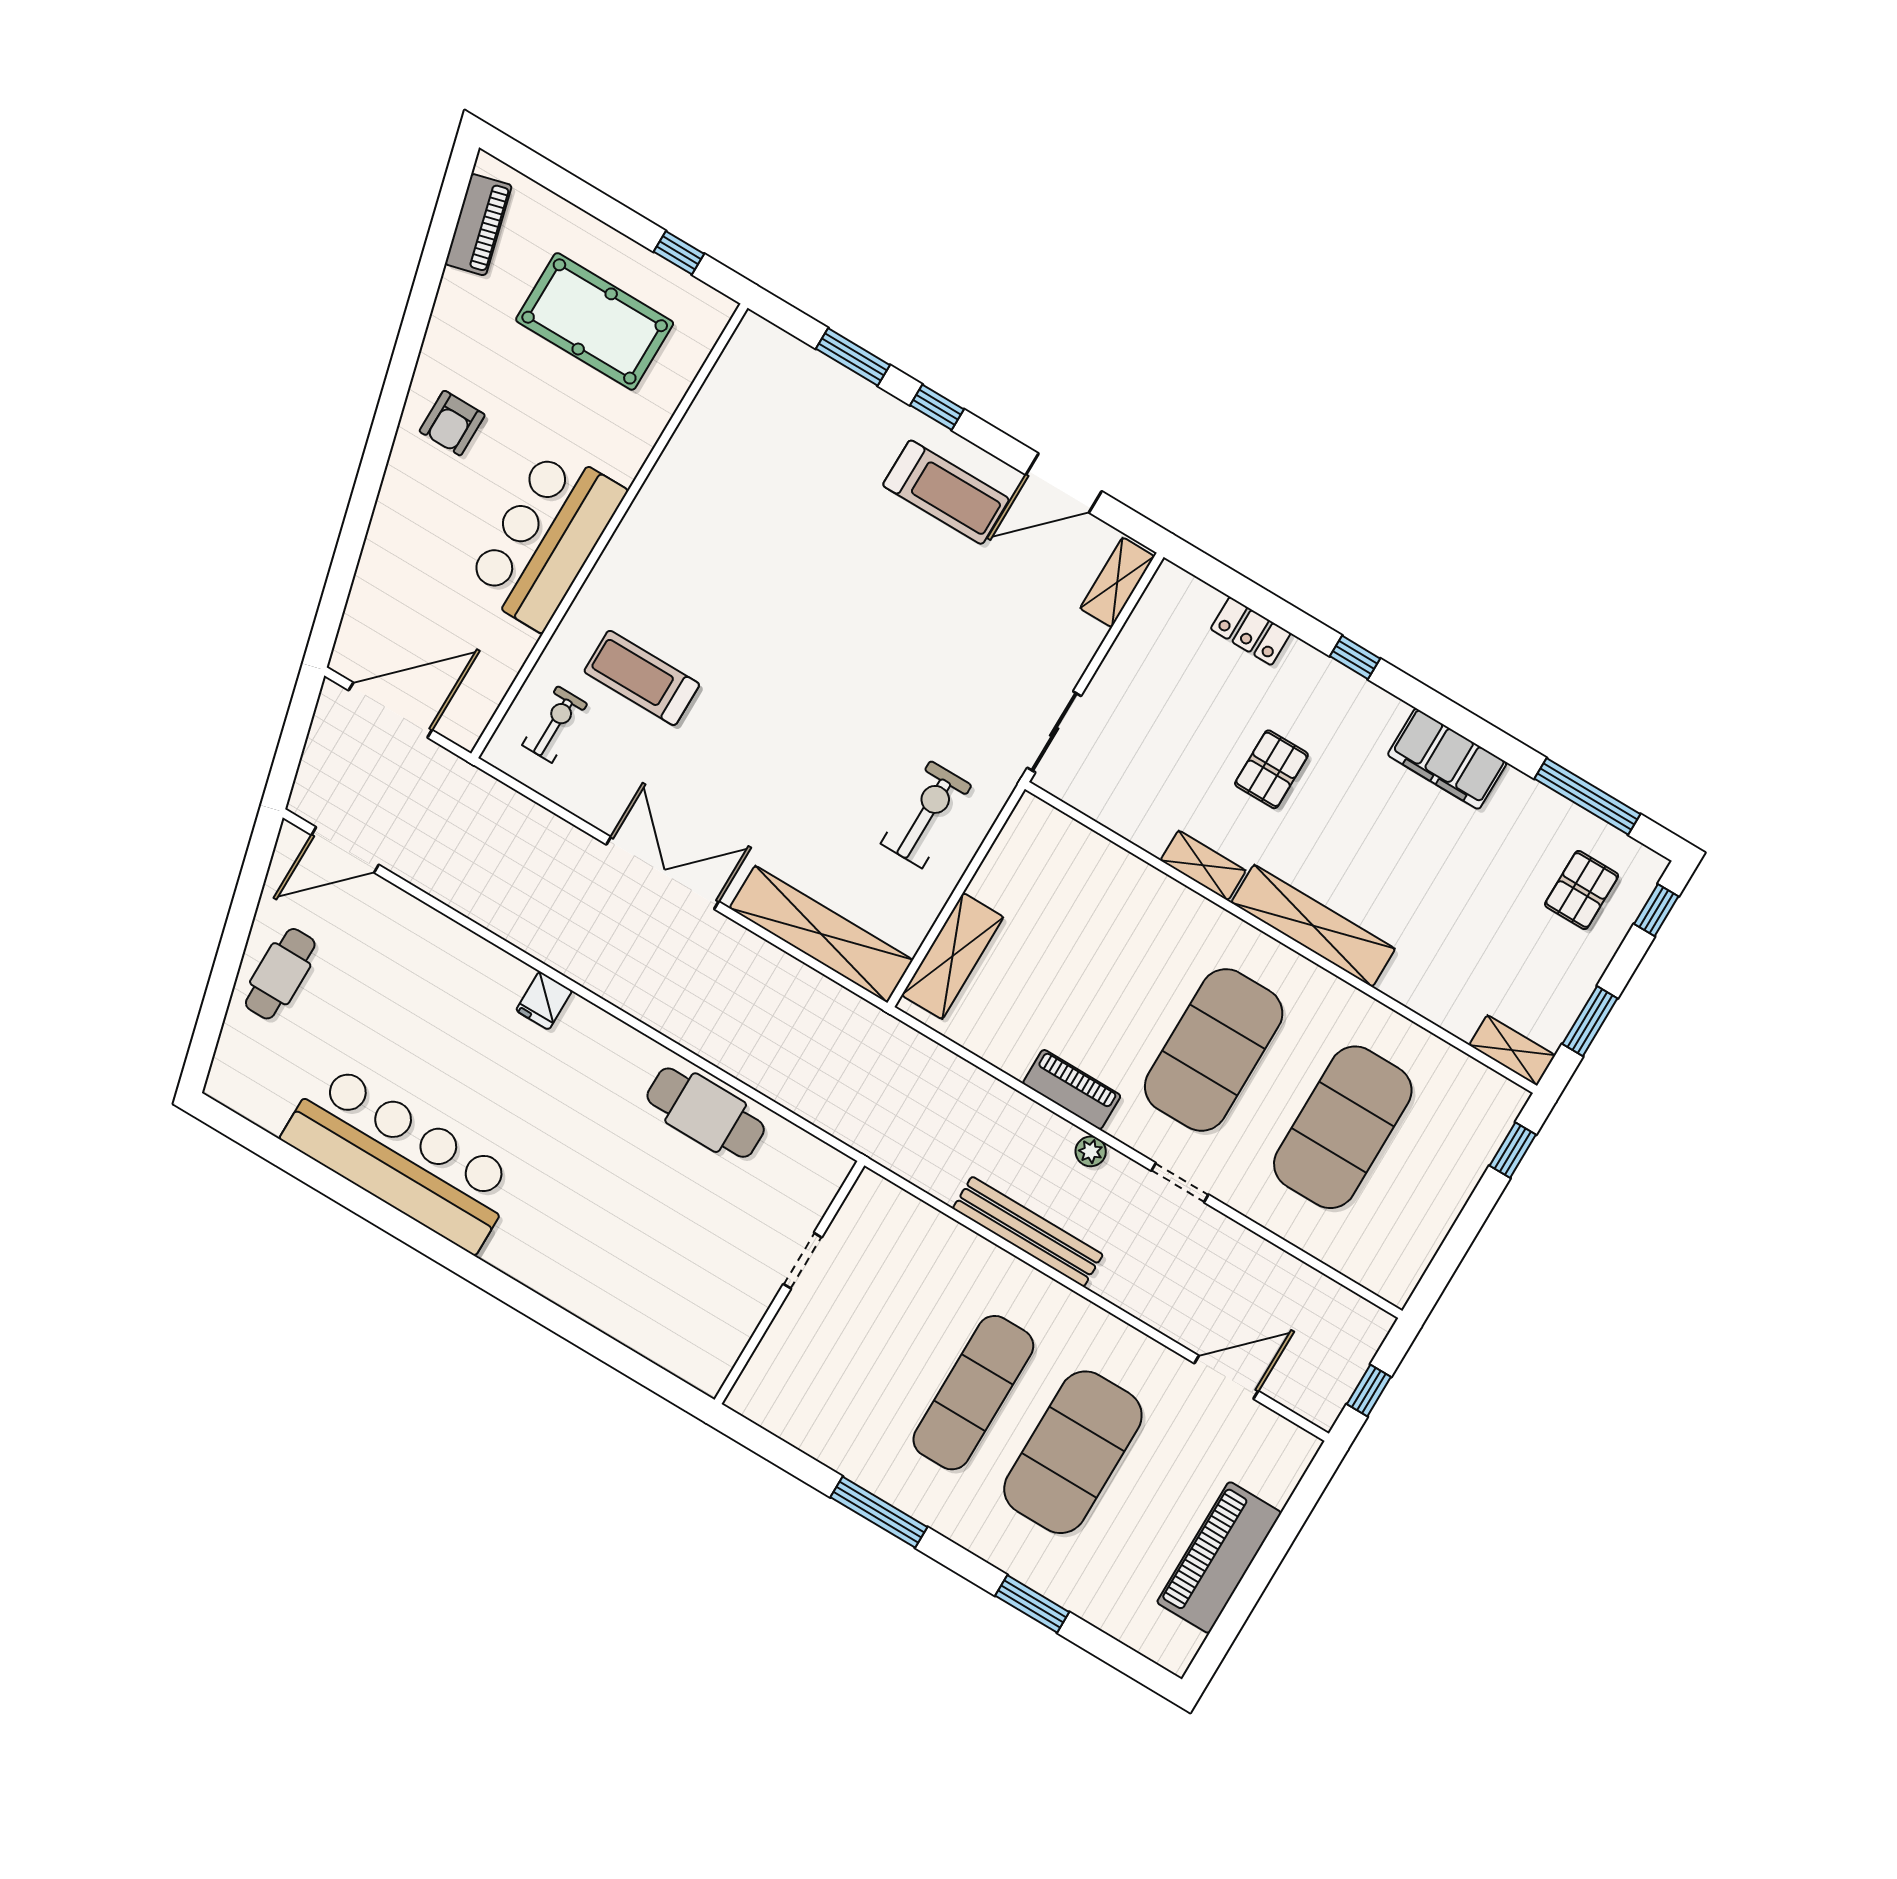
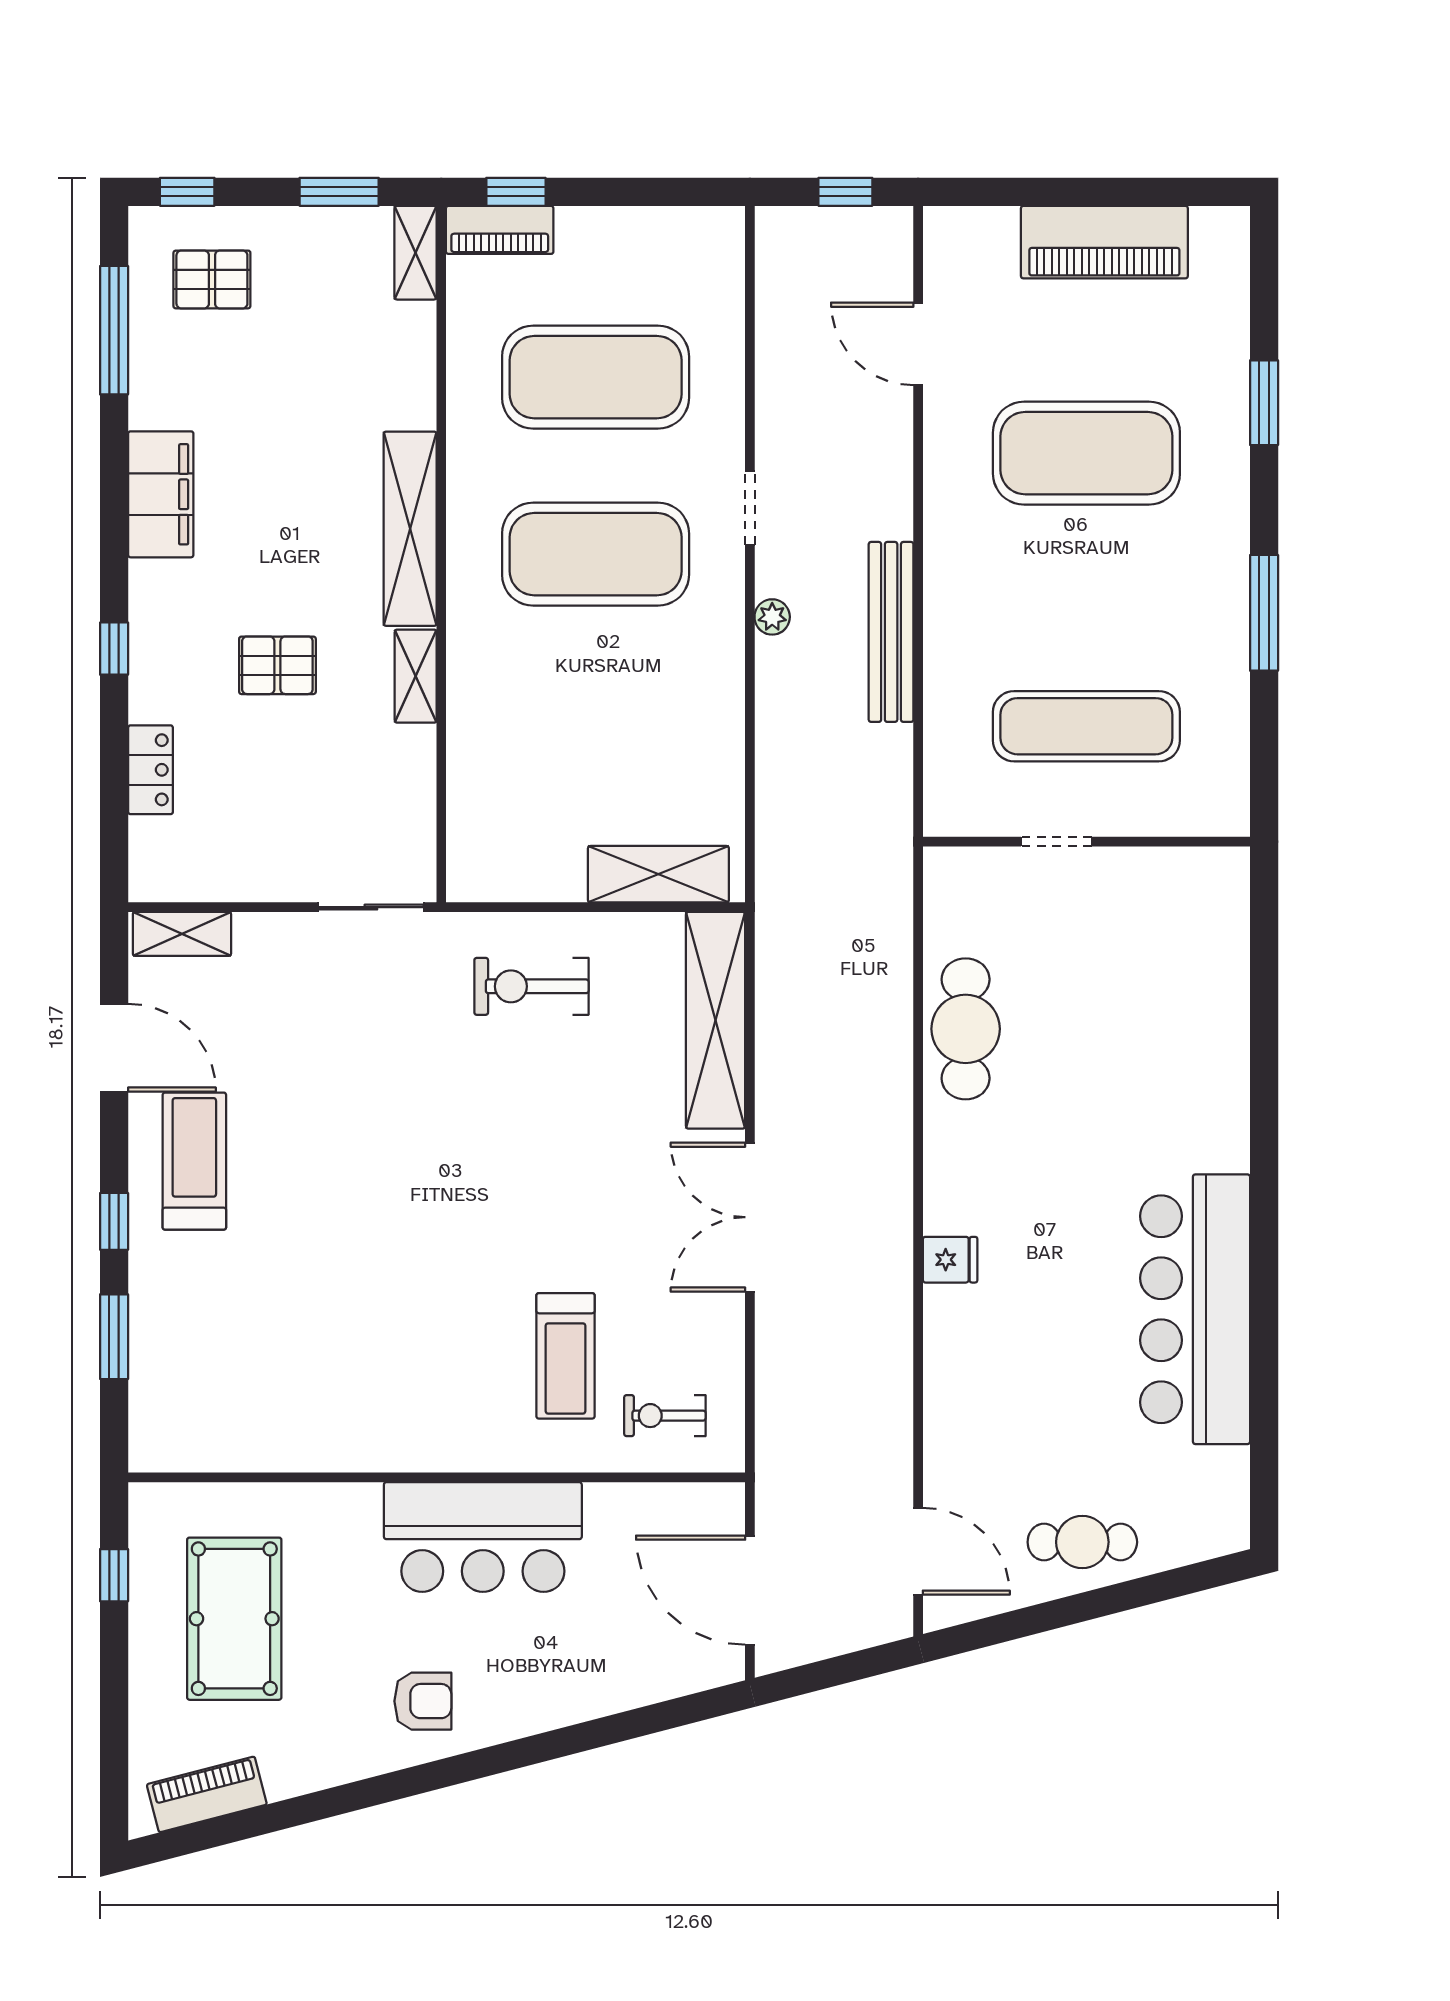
piano: (1072, 1089) -> (500, 230), moved, turned -90
exercise mat: (973, 1393) -> (1086, 726), moved

